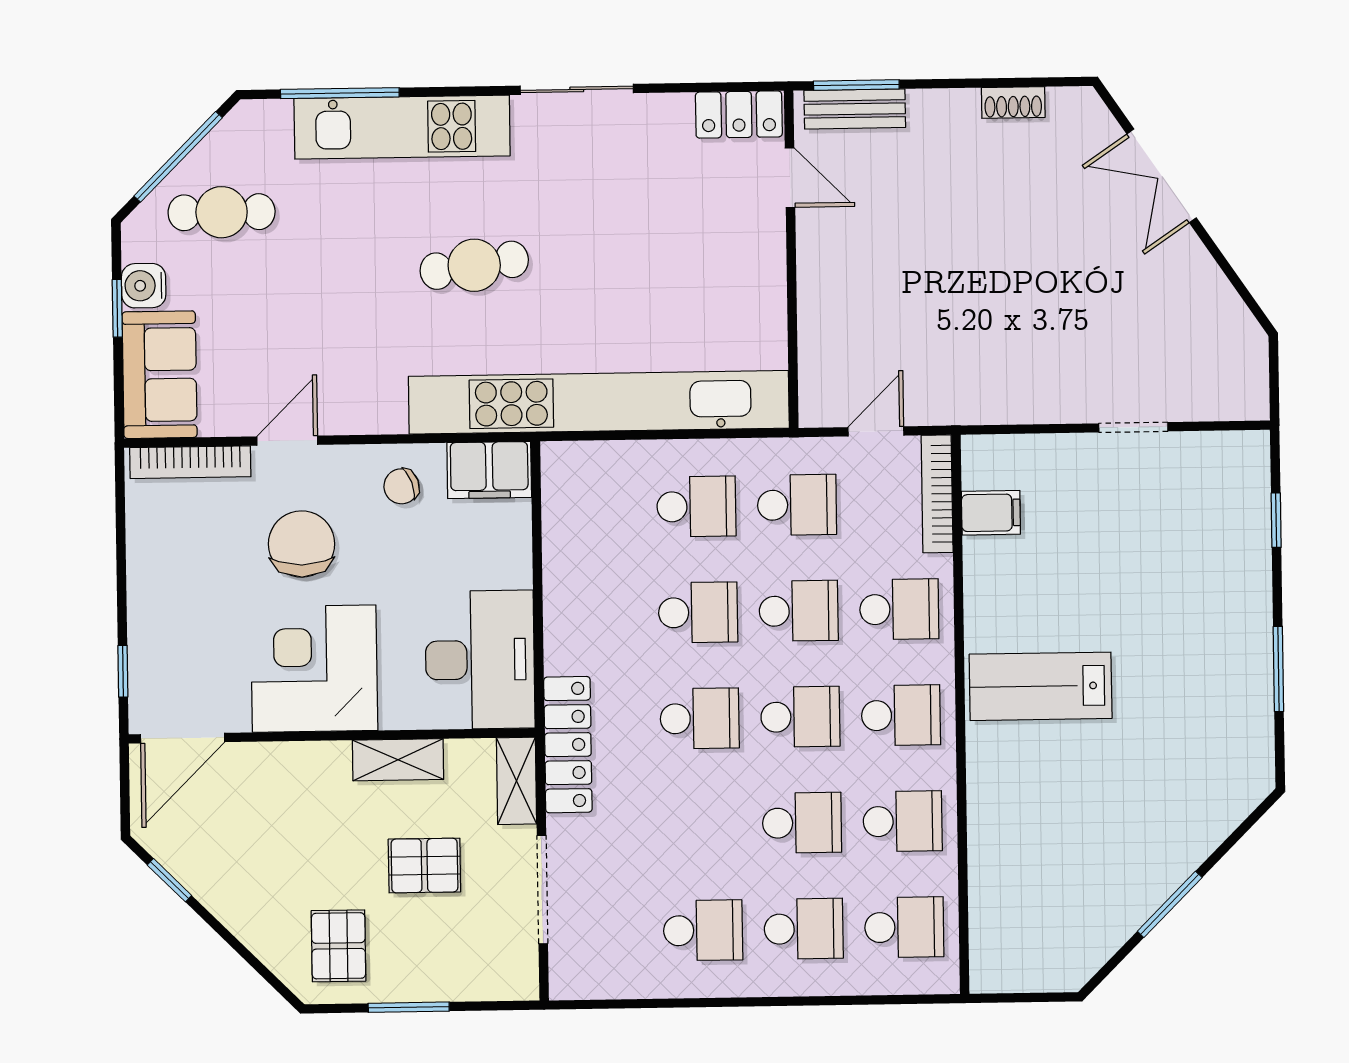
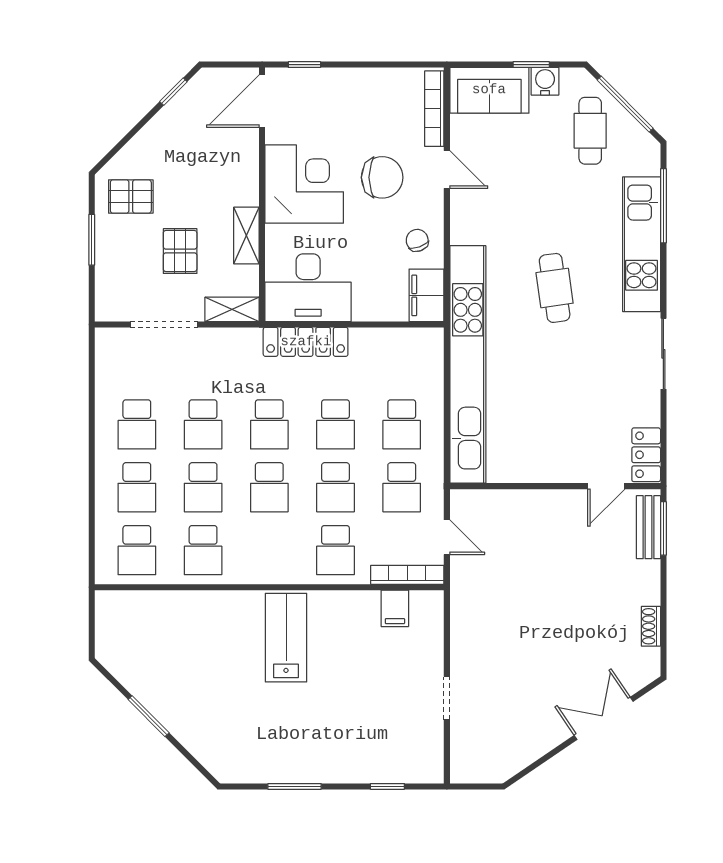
school desk: (901, 715) -> (203, 424), moved
door: (183, 738) -> (262, 101), hinge flipped
locker: (568, 745) -> (306, 342), moved

